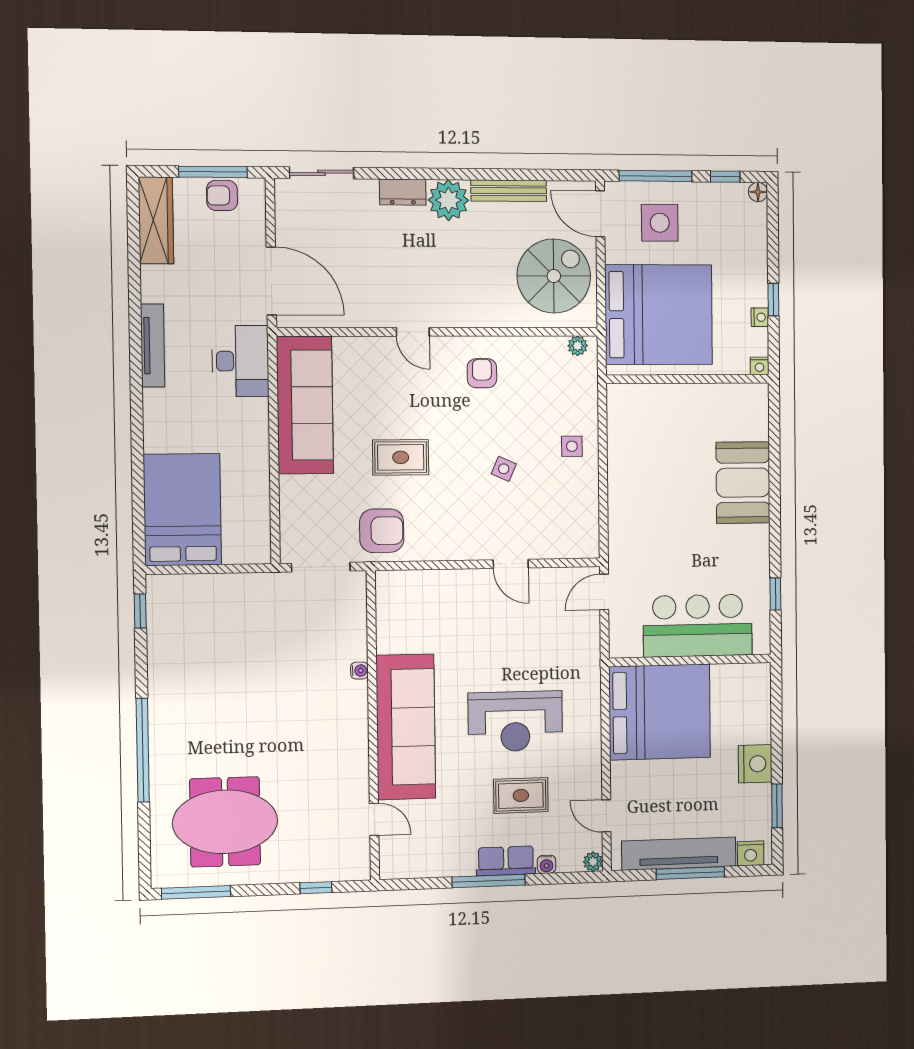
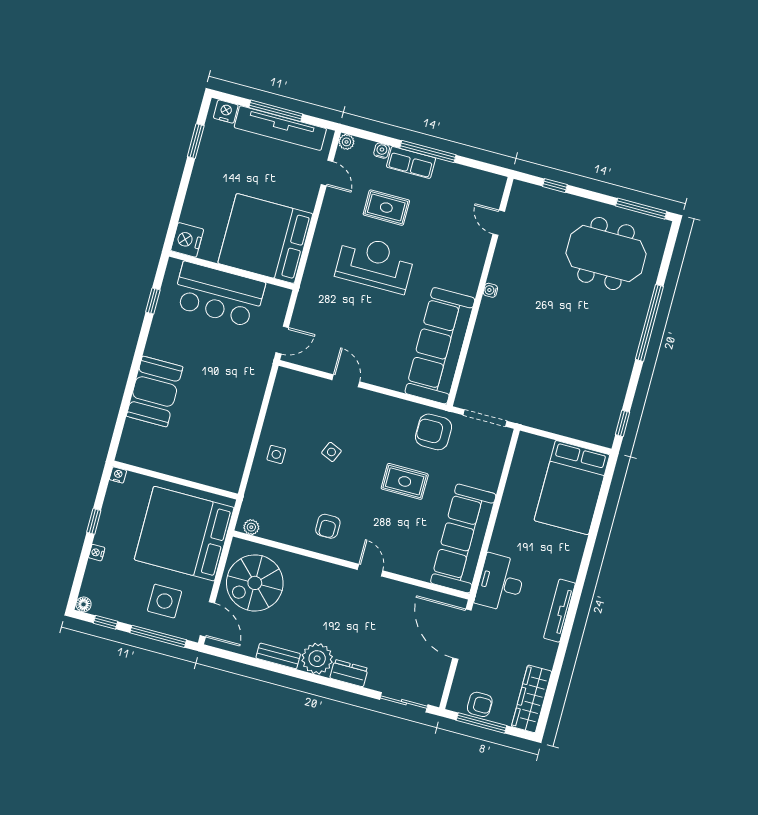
bench: (509, 191) -> (278, 656), width x0.73
nightstand: (760, 317) -> (97, 553), moved
water cooler: (359, 671) -> (490, 290), moved
sofa: (406, 727) -> (440, 346), moved
nightstand: (755, 764) -> (187, 240), moved

